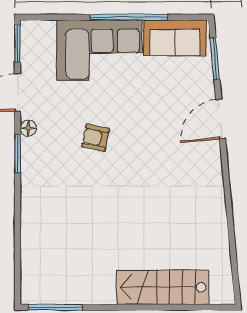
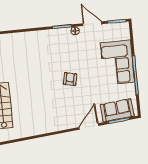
sofa: (175, 38) -> (117, 110), moved, turned 85
door: (221, 119) -> (89, 126), hinge flipped
armchair: (96, 138) -> (70, 79), moved

